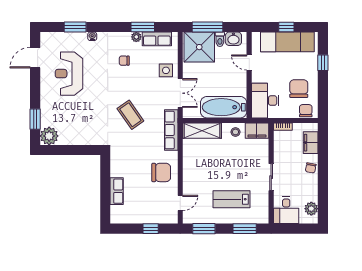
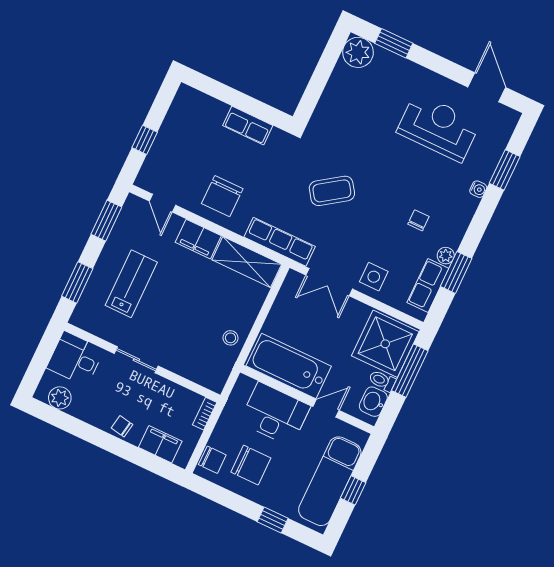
desk: (265, 101) -> (275, 414), moved
bathtub: (224, 107) -> (289, 366), moved, turned -90
shelving: (202, 131) -> (247, 262), moved, turned 90
filing cabinet: (257, 131) -> (198, 239), moved, turned -90
row of seats: (117, 191) -> (248, 126), moved

